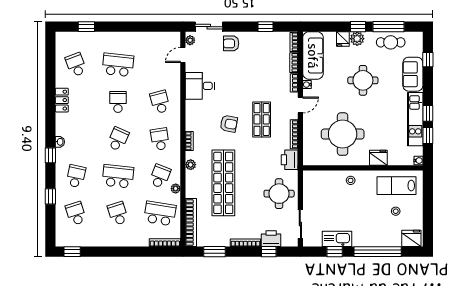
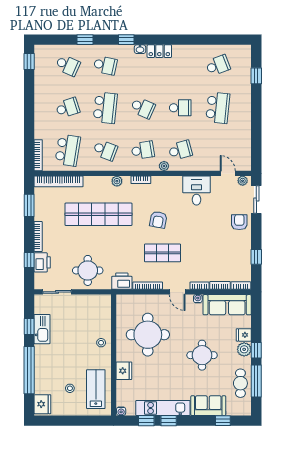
locker: (62, 100) -> (159, 51), moved
plant: (176, 189) -> (164, 166), moved
school desk: (76, 213) -> (68, 65), turned 42

